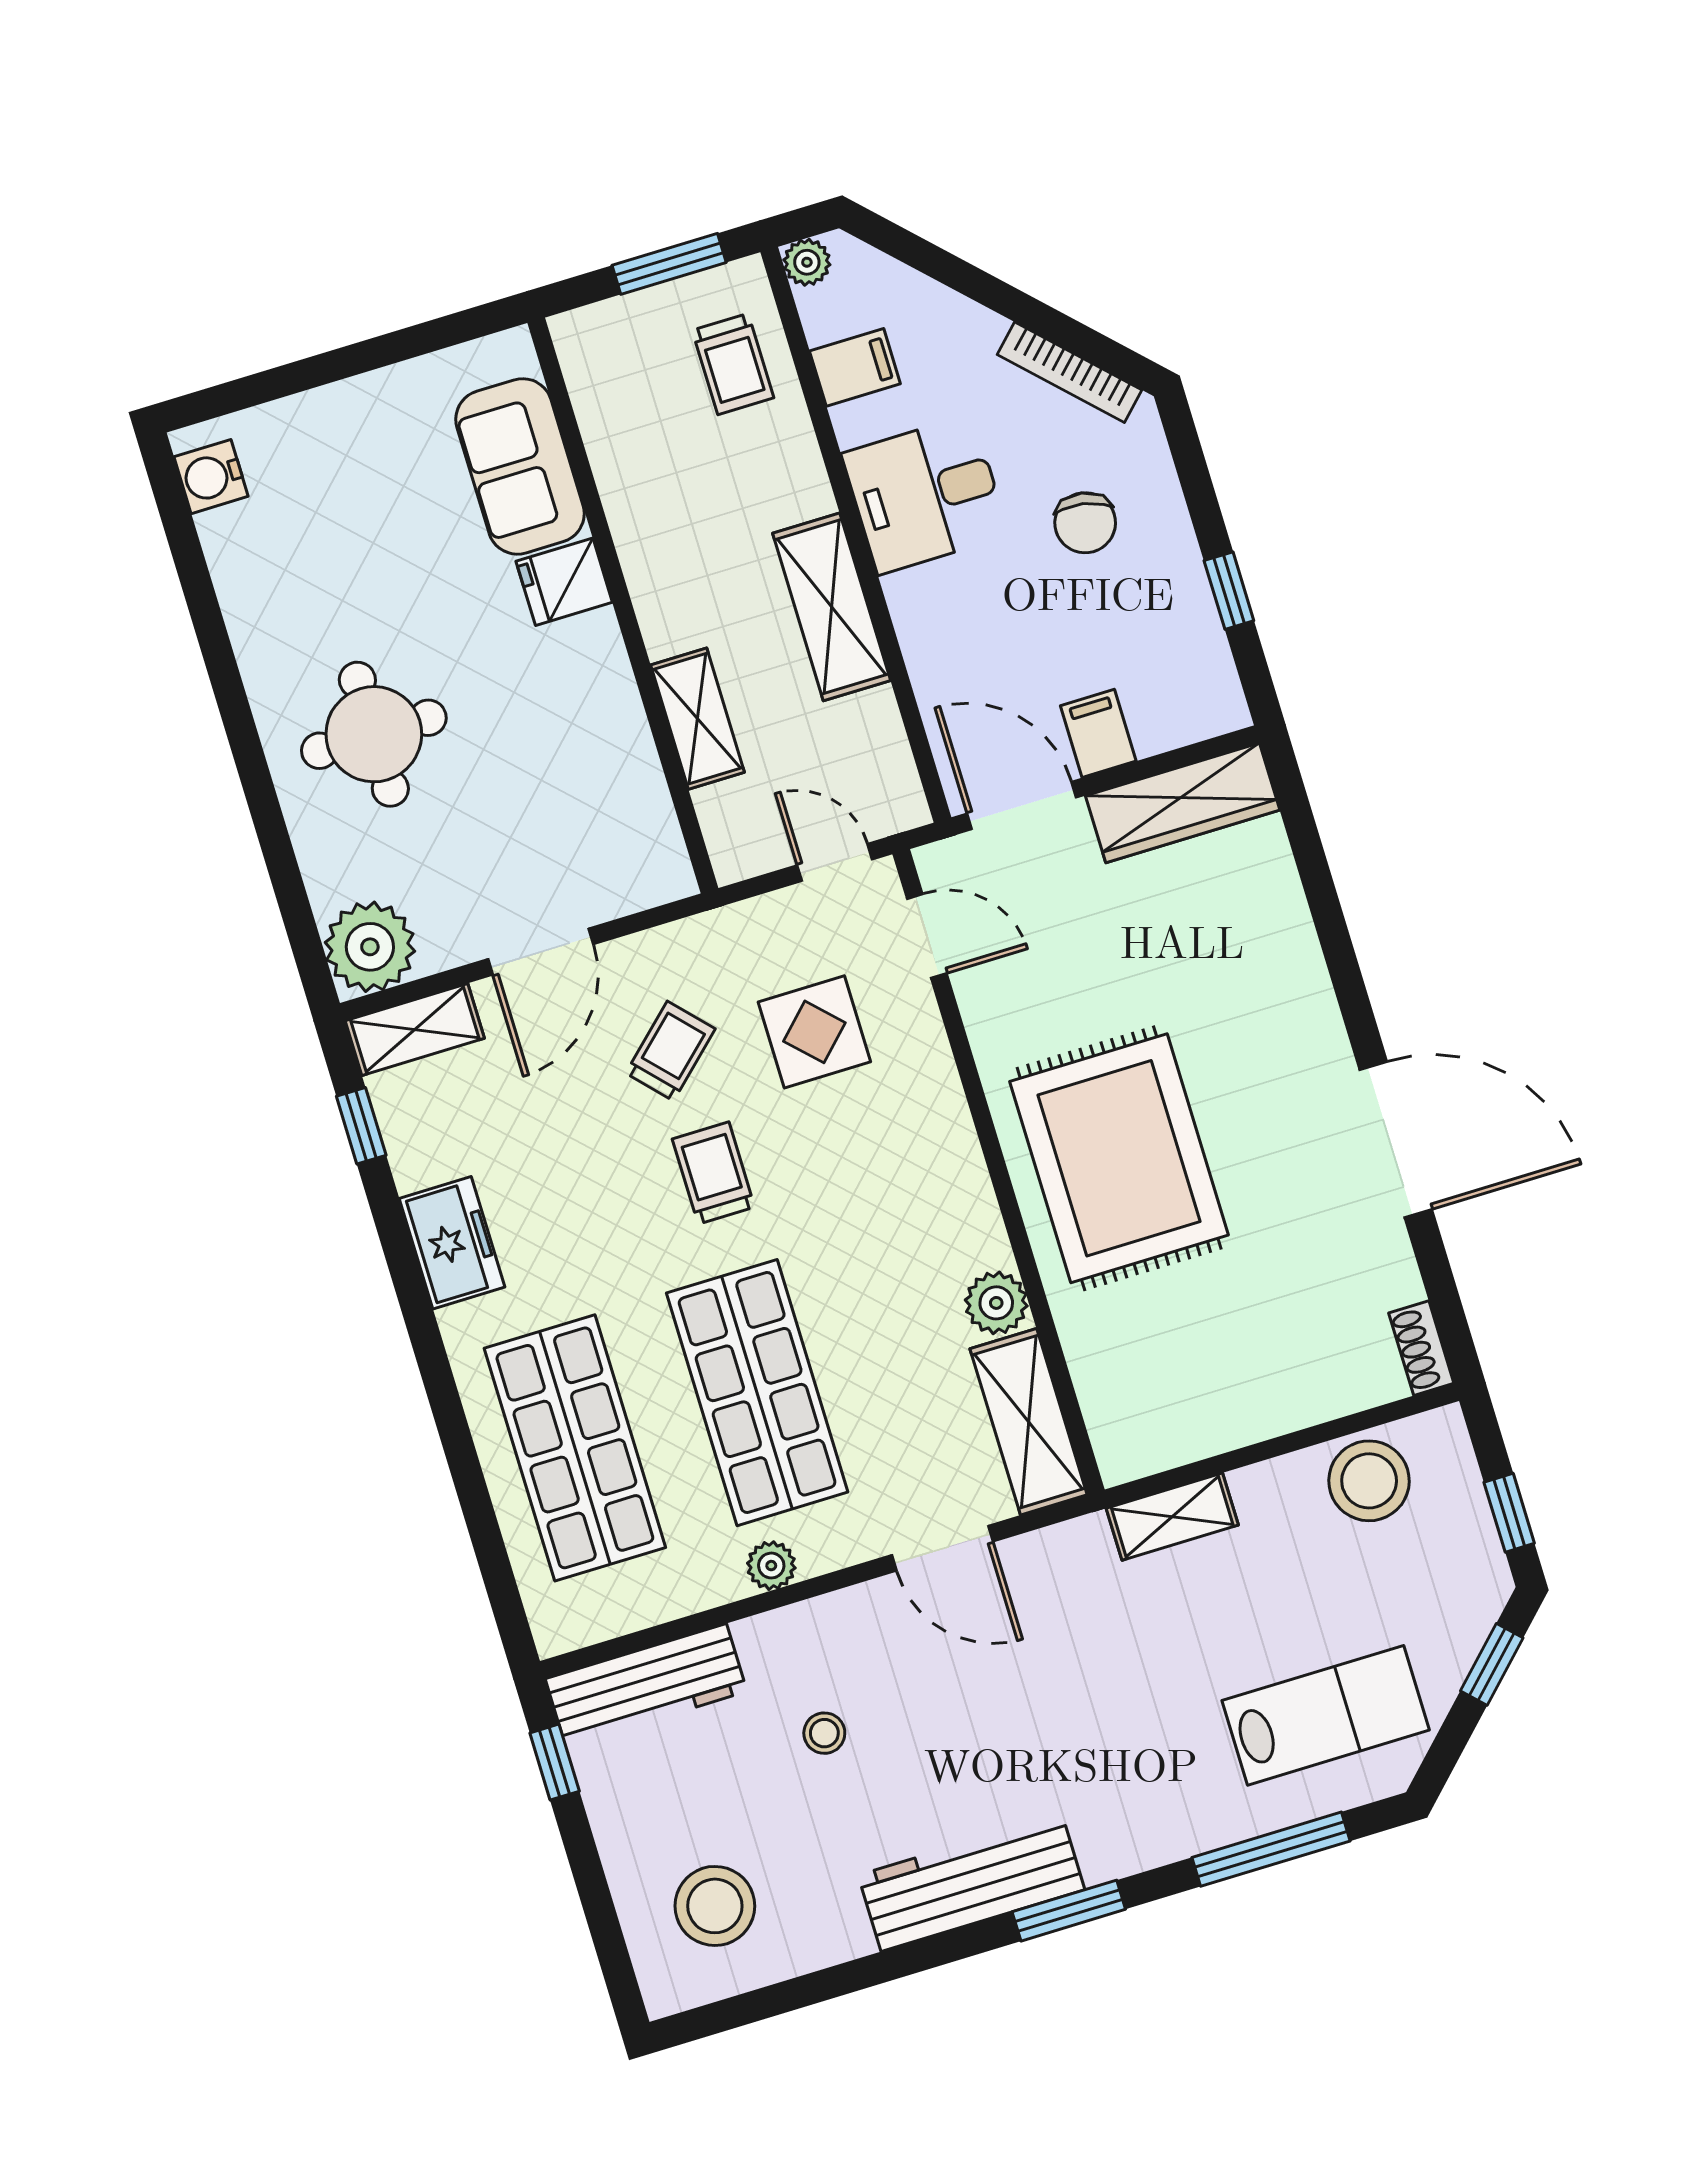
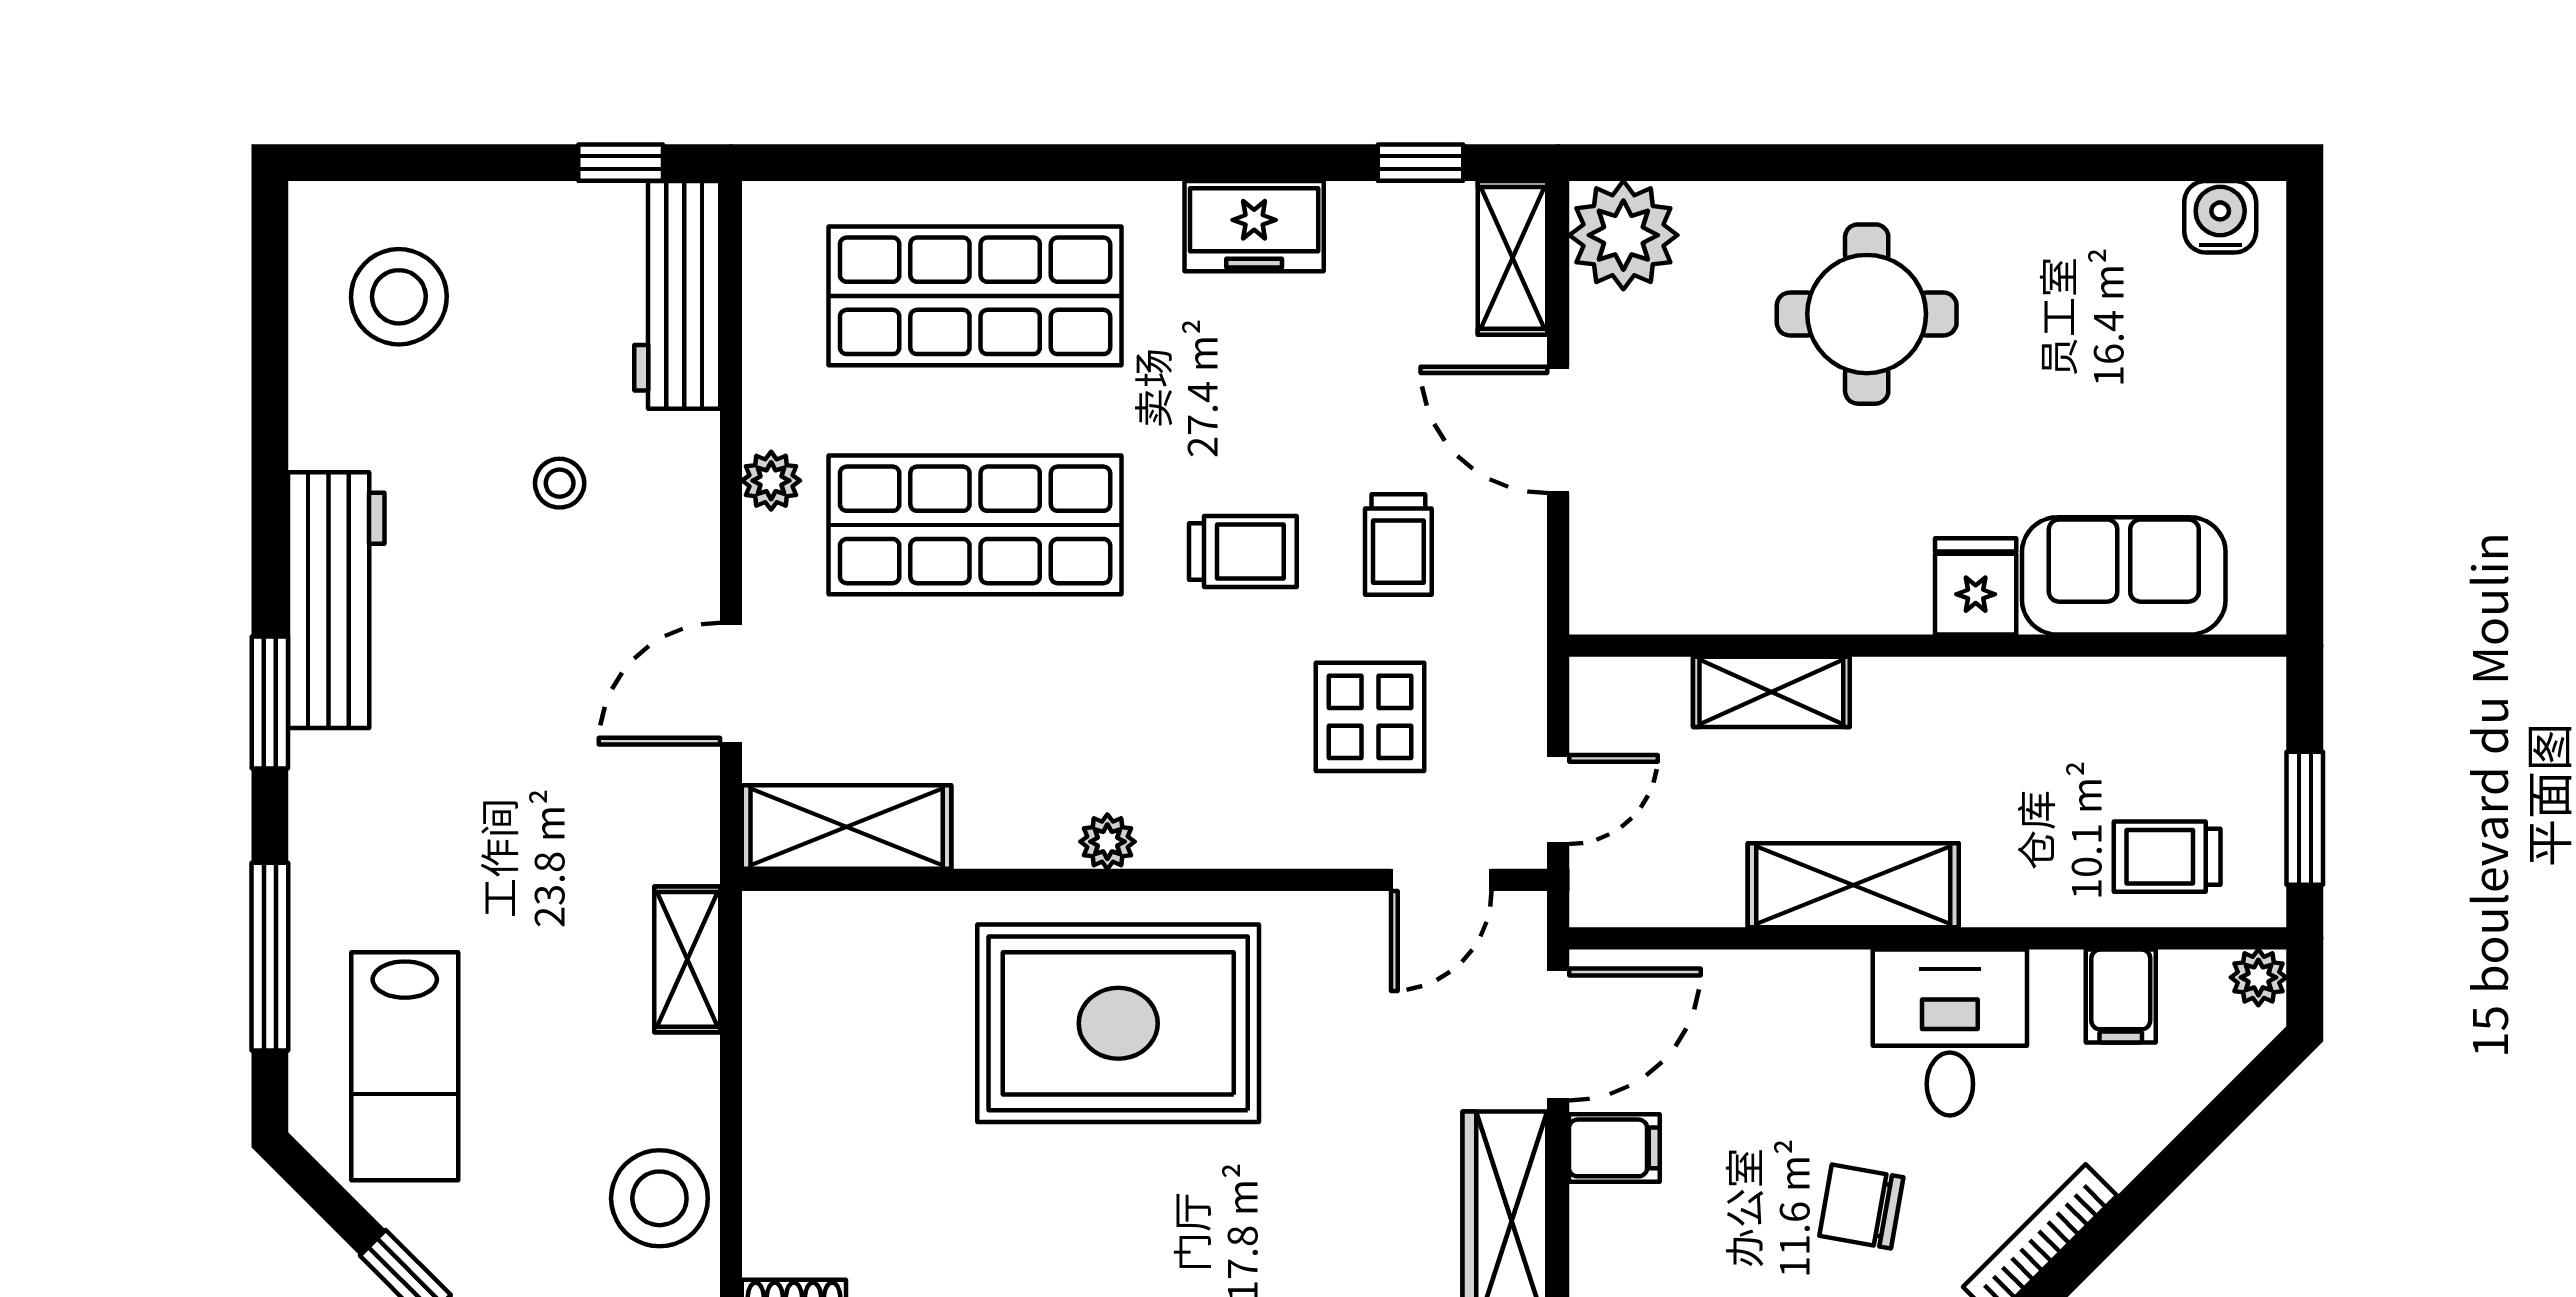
trolley: (670, 1051) -> (1398, 545), turned 43
plant: (996, 1303) -> (1107, 842), moved, width x0.73, depth x0.73

